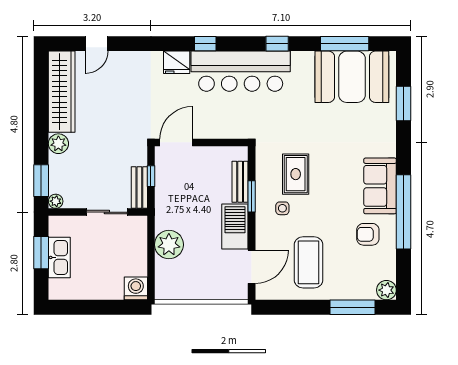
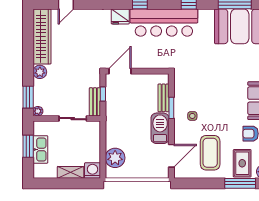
rug: (296, 174) -> (242, 163), moved
plant: (169, 245) -> (115, 158), moved
shelving: (103, 291) -> (70, 172), added

